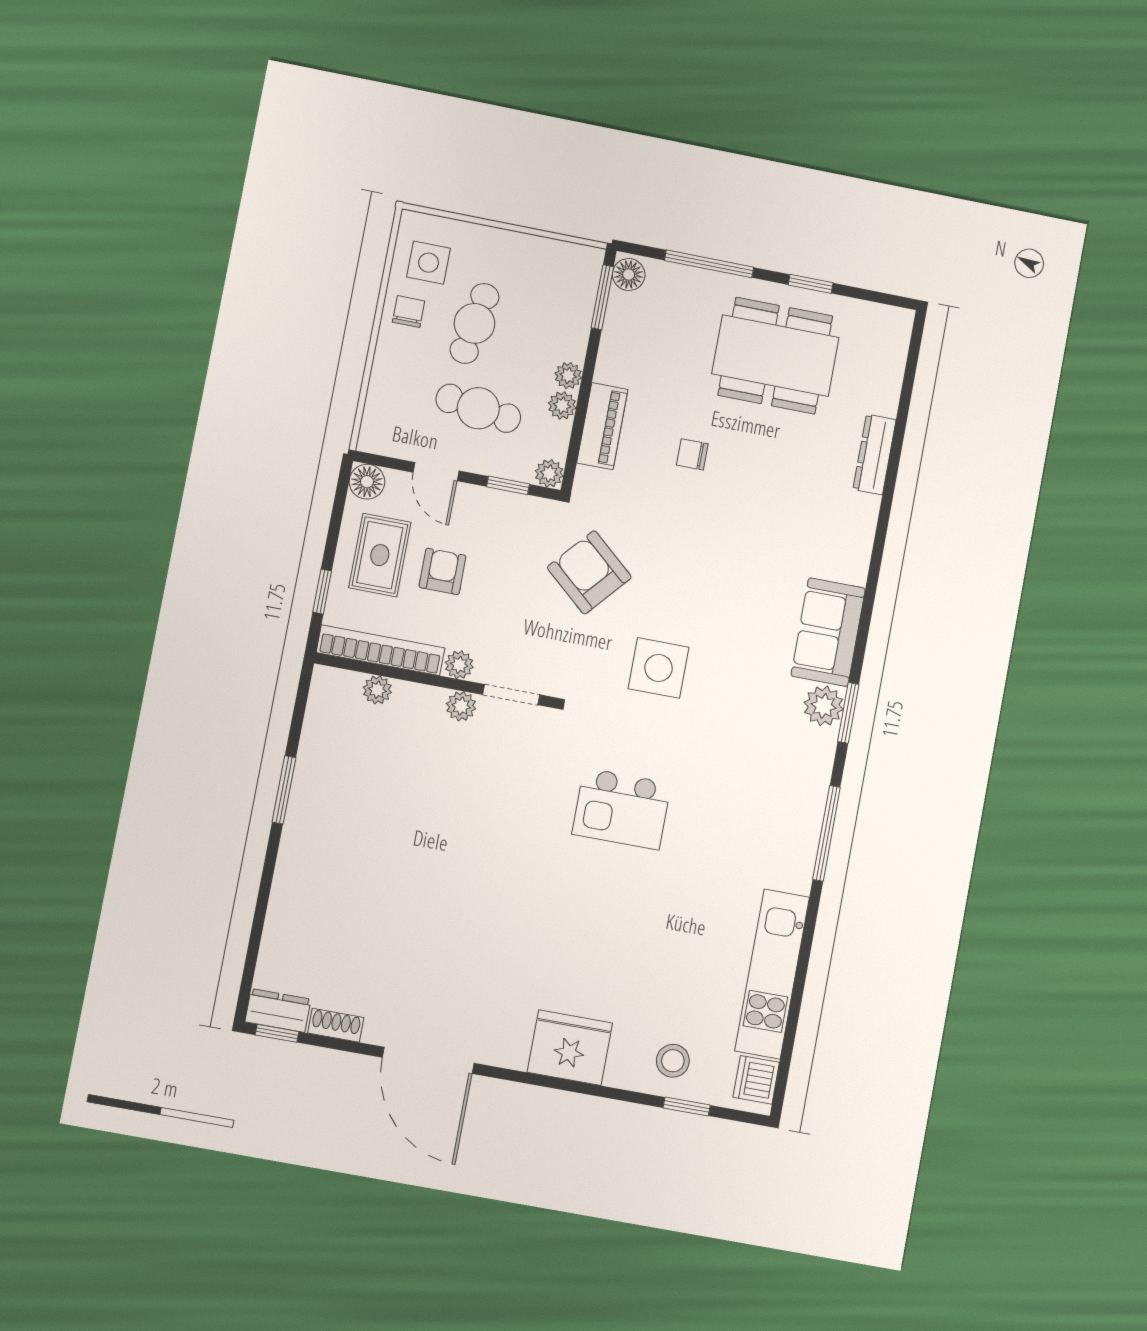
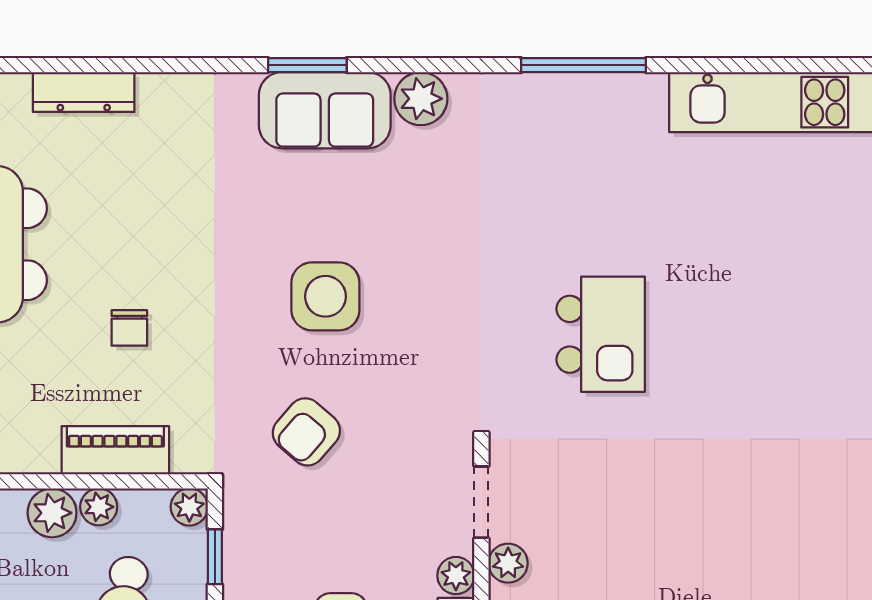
plant: (568, 376) -> (52, 513), width x1.38, depth x1.38
armchair: (589, 572) -> (306, 432), width x0.72, depth x0.72
side table: (658, 668) -> (325, 296), moved
window: (848, 713) -> (307, 65), moved

